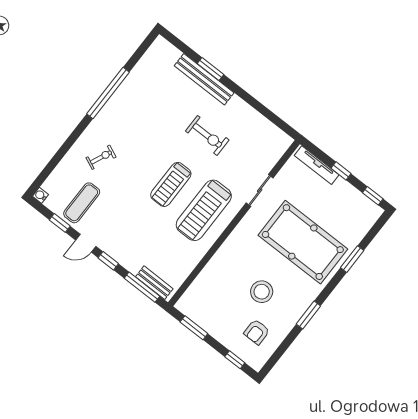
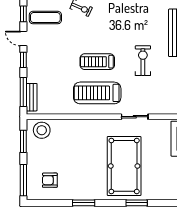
exercise bike: (207, 135) -> (143, 61), turned 180
stool: (262, 292) -> (42, 130), moved
window: (235, 360) -> (23, 180), width x2.17

